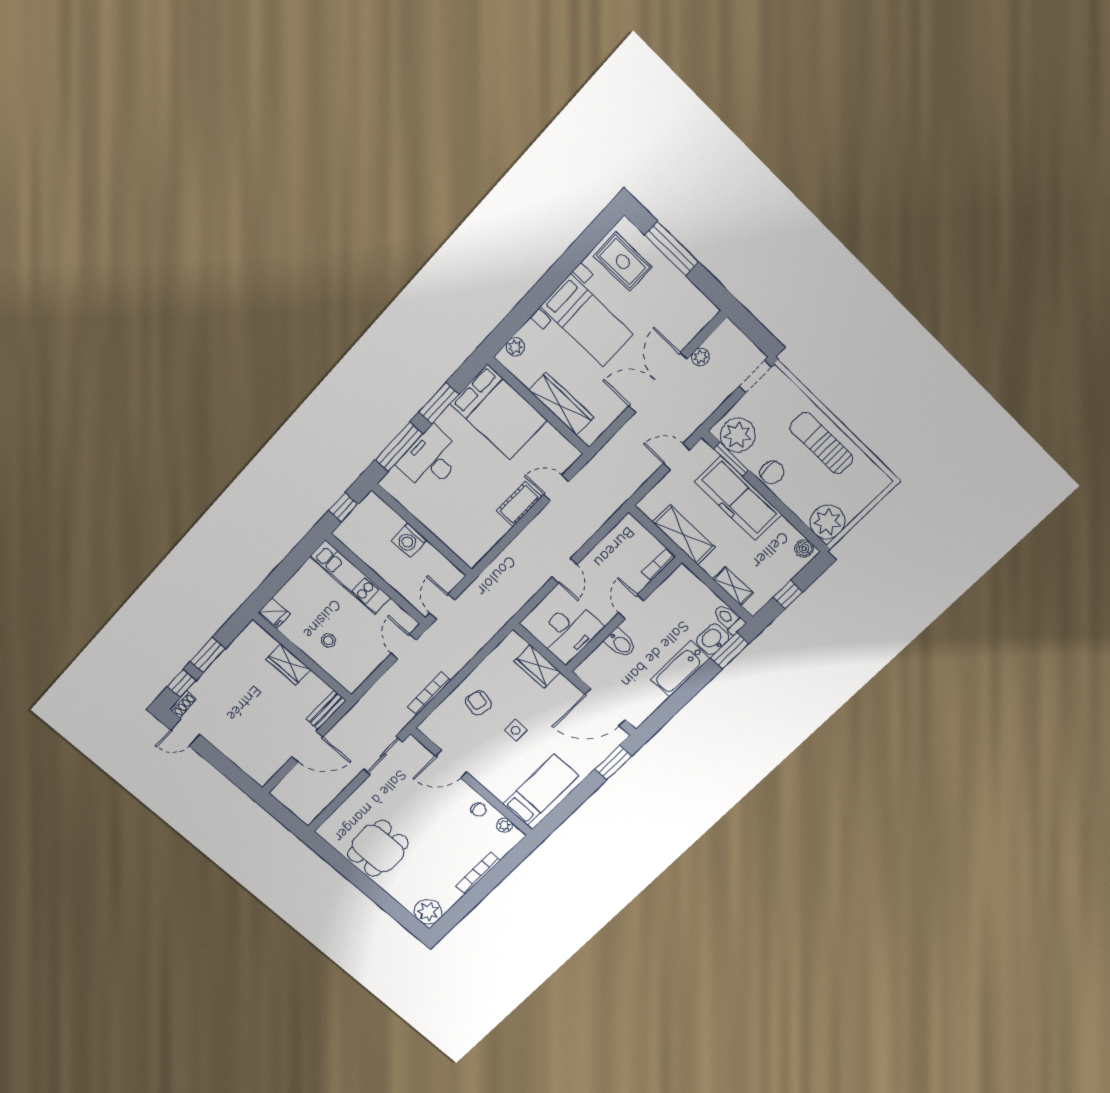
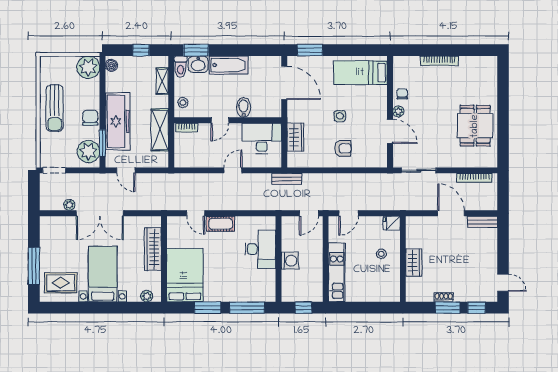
rug: (623, 262) -> (61, 283), turned 90
desk: (431, 459) -> (260, 249), moved, turned -90
stool: (688, 586) -> (183, 103), added
fridge: (275, 613) -> (392, 223), moved, turned -90
bench: (501, 618) -> (287, 179), added
bookcase: (429, 693) -> (474, 178), moved
armchair: (478, 703) -> (343, 148), turned -104
shoe rack: (183, 704) -> (444, 297), moved
bench: (326, 710) -> (482, 222), moved
plant: (504, 825) -> (398, 111), moved
dining table: (378, 848) -> (475, 126), turned 90
plant: (428, 912) -> (487, 66), removed

